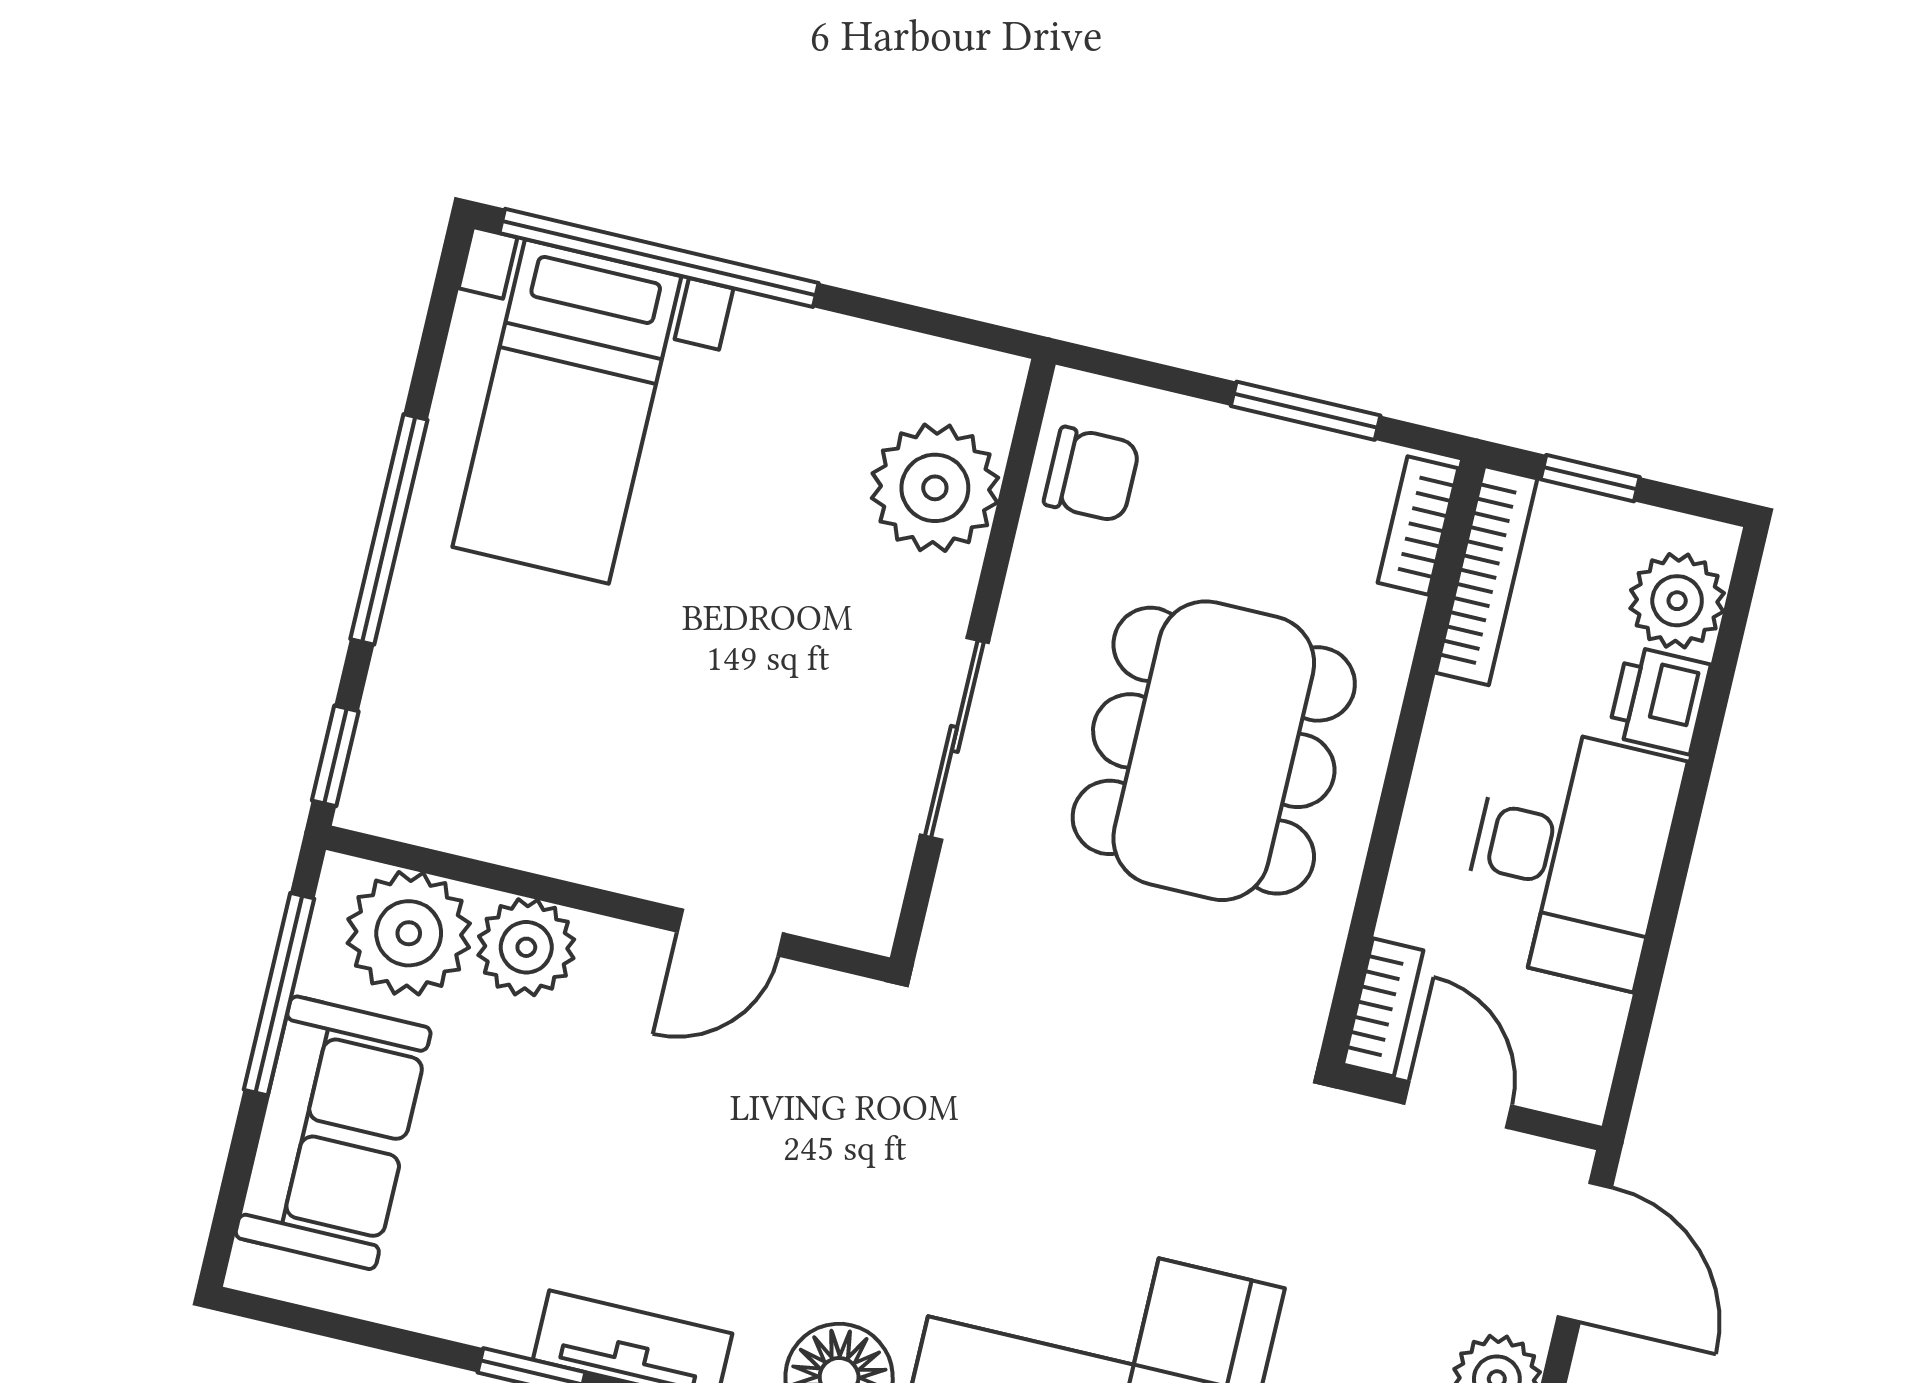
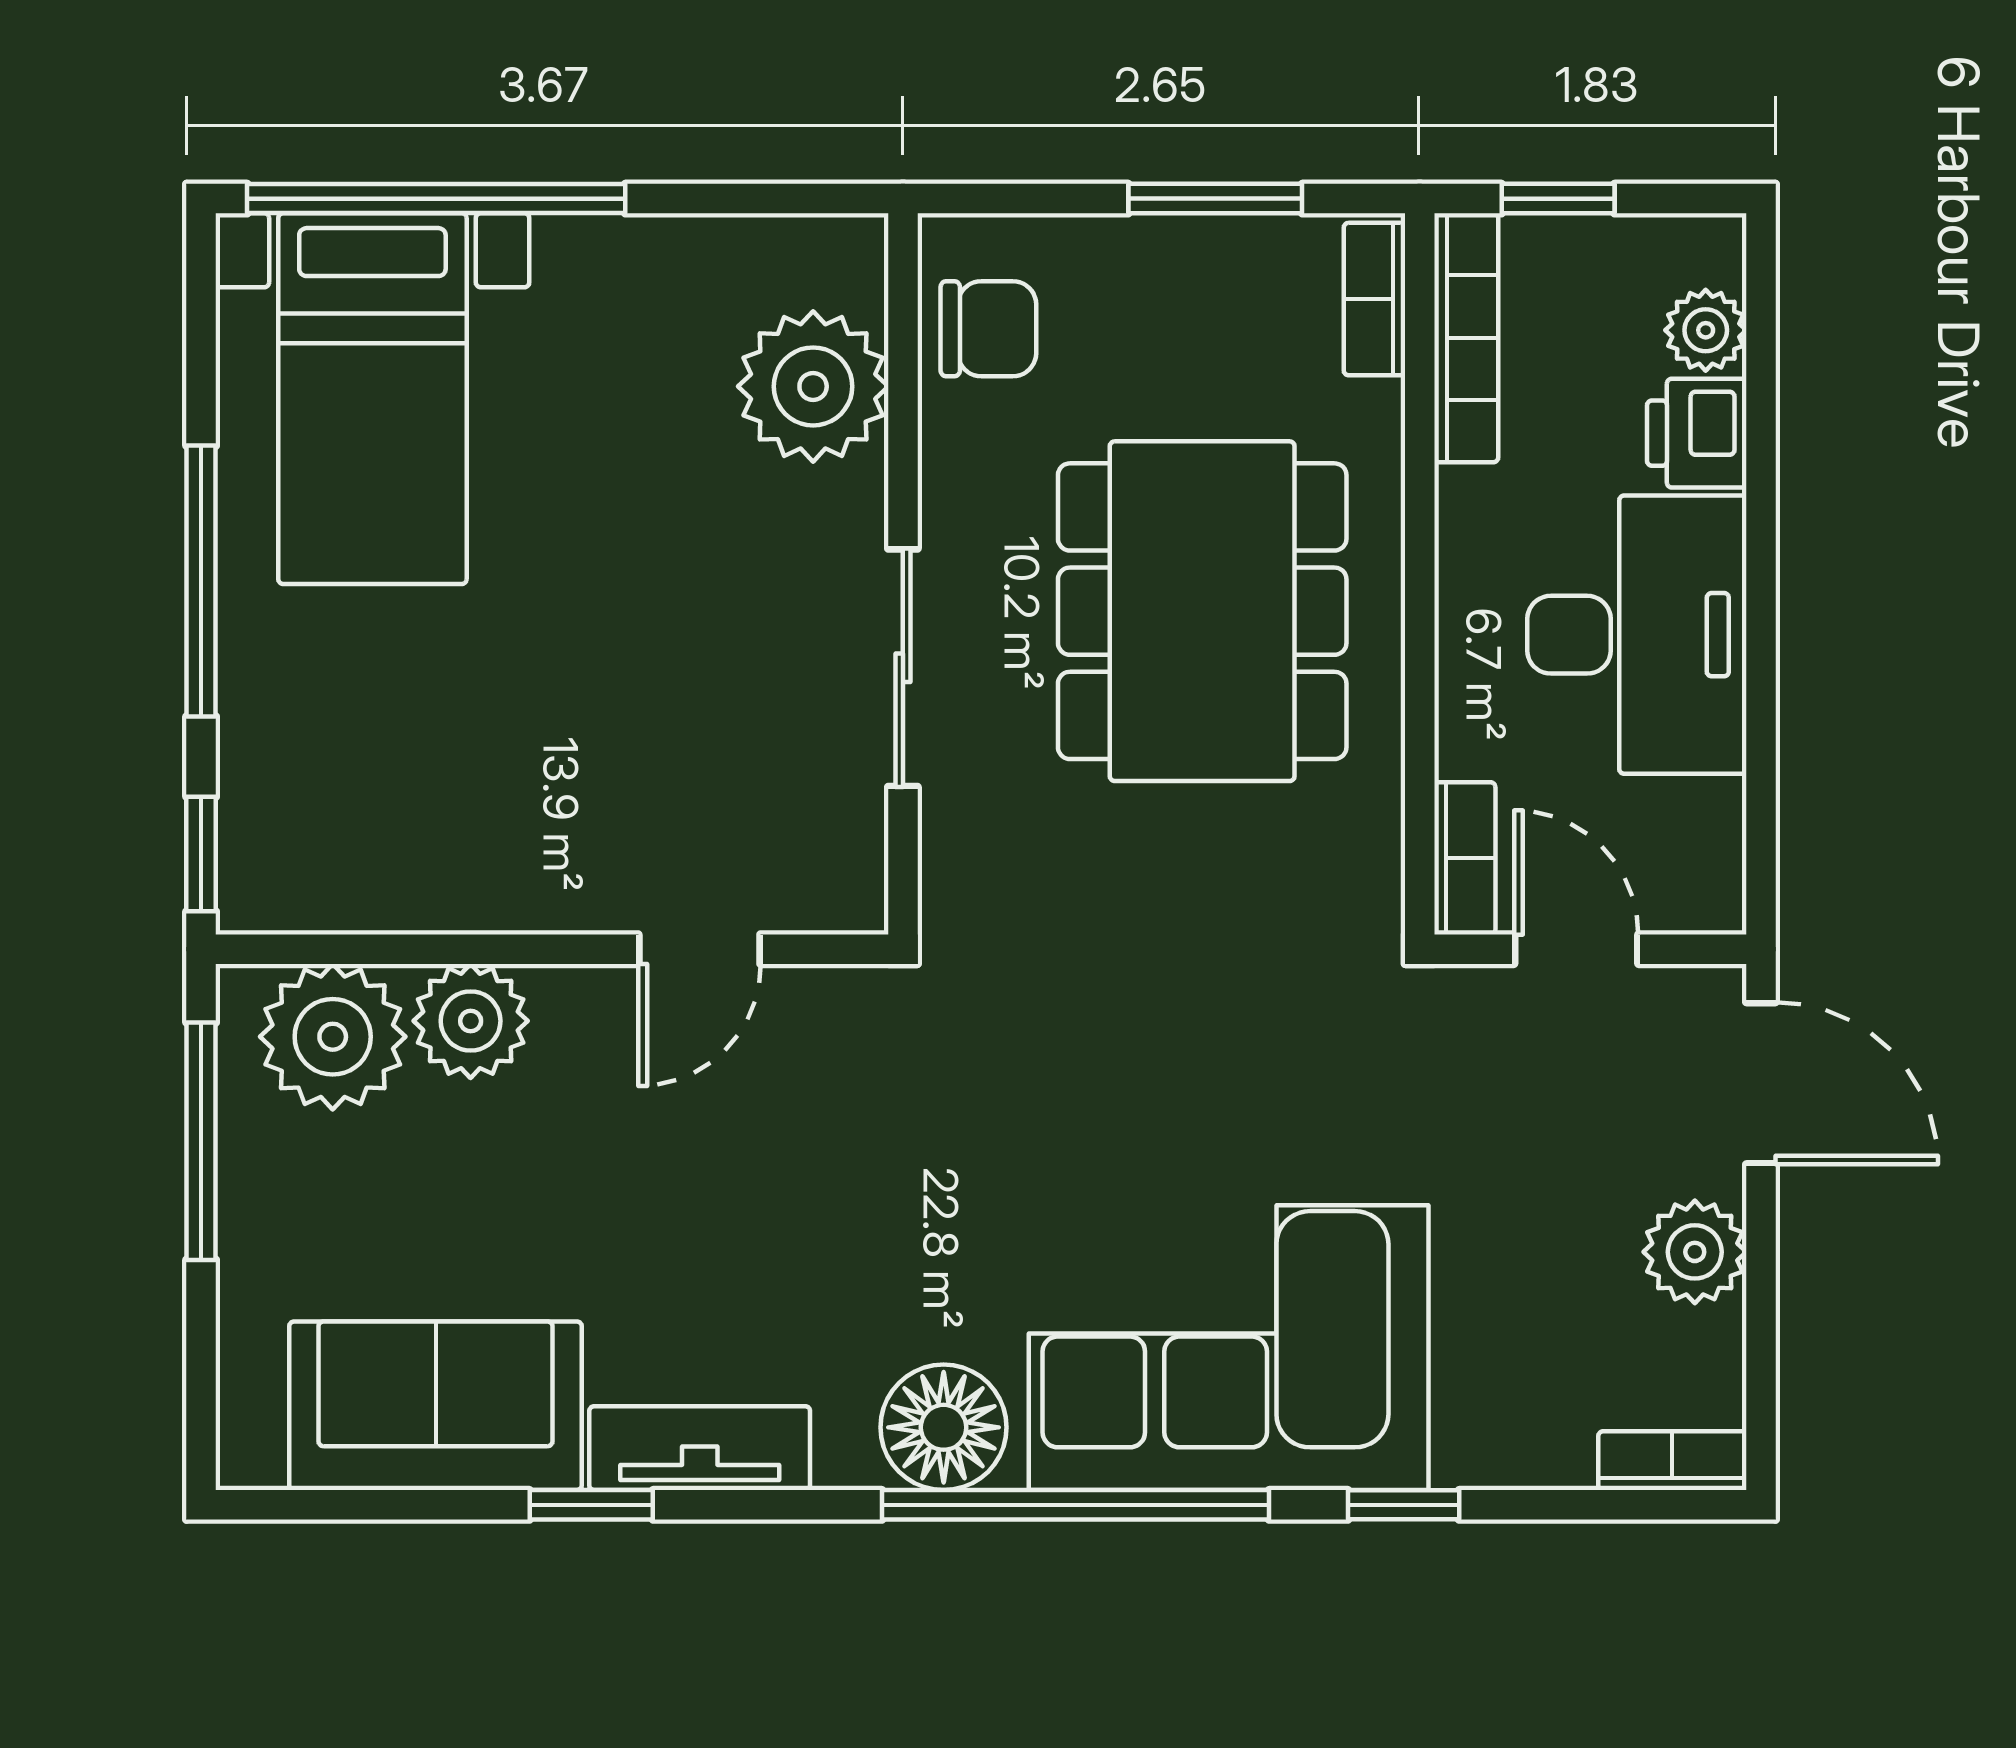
plant: (1677, 601) -> (1706, 330), width x0.73, depth x0.73
sofa: (333, 1133) -> (436, 1406), moved, turned -90

